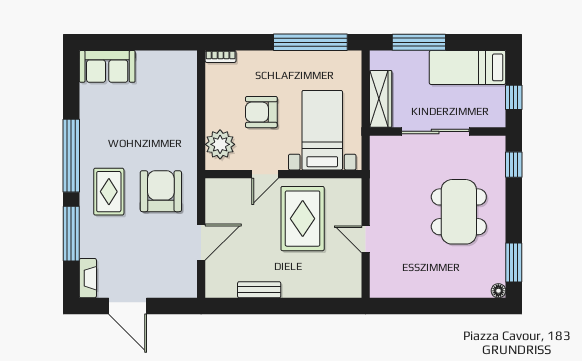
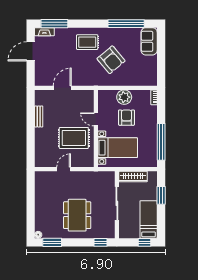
window: (419, 42) -> (161, 195), width x0.69
window: (514, 97) -> (144, 242), moved
plant: (220, 144) -> (124, 97), moved
window: (71, 156) -> (126, 24), moved
armchair: (161, 191) -> (111, 60), moved, turned 50
dining table: (459, 212) -> (77, 215), turned 90
window: (71, 234) -> (54, 24), moved
door: (201, 242) -> (62, 88), swing flipped

